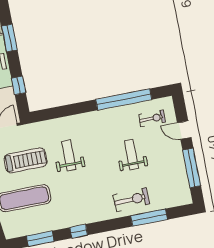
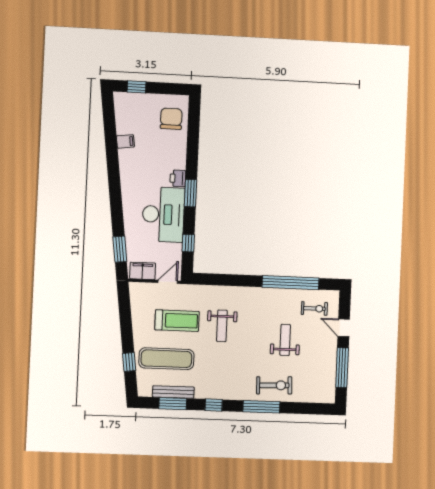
weight bench: (69, 155) -> (222, 326), turned 180
window: (149, 218) -> (261, 407), moved
bench: (38, 228) -> (173, 392), added

